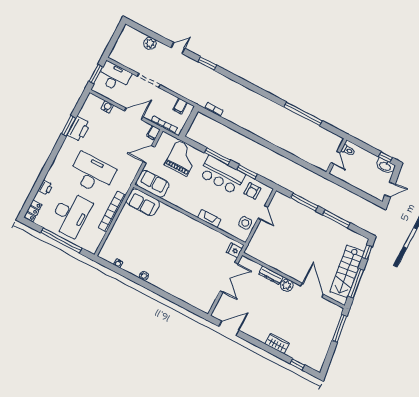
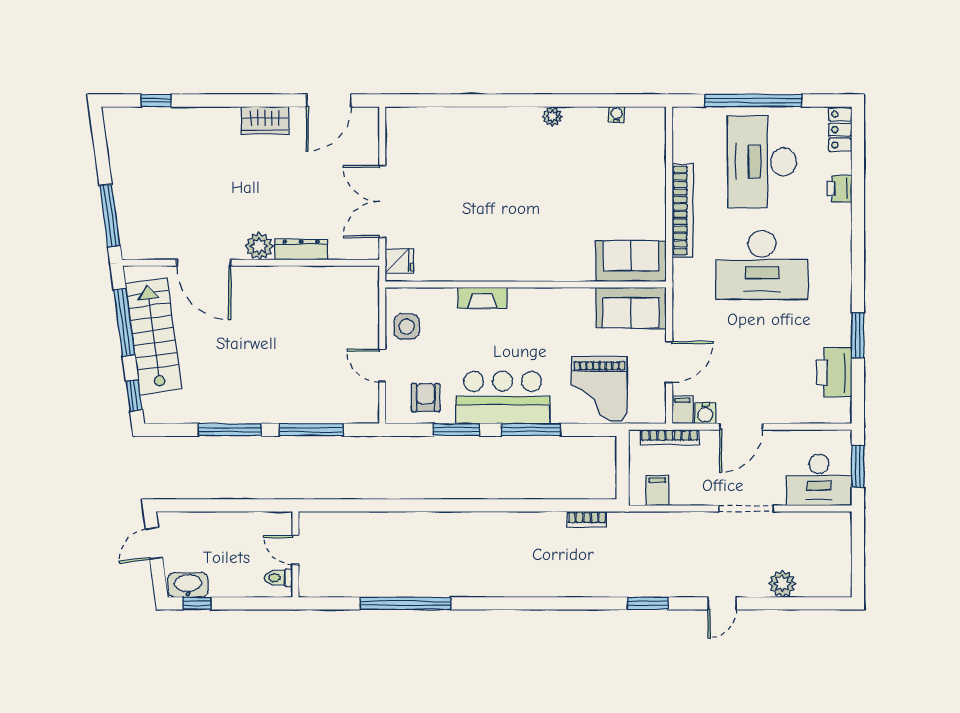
water cooler: (107, 107) -> (705, 413), moved
printer: (79, 129) -> (834, 373), moved
wardrobe: (277, 344) -> (265, 120), moved

